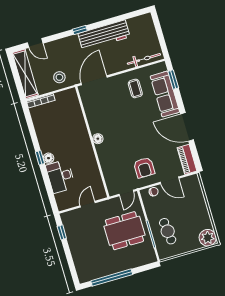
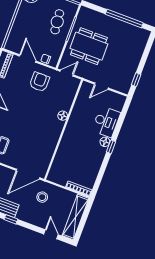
stool: (59, 77) -> (42, 197), moved
floor lamp: (98, 139) -> (63, 116), moved

